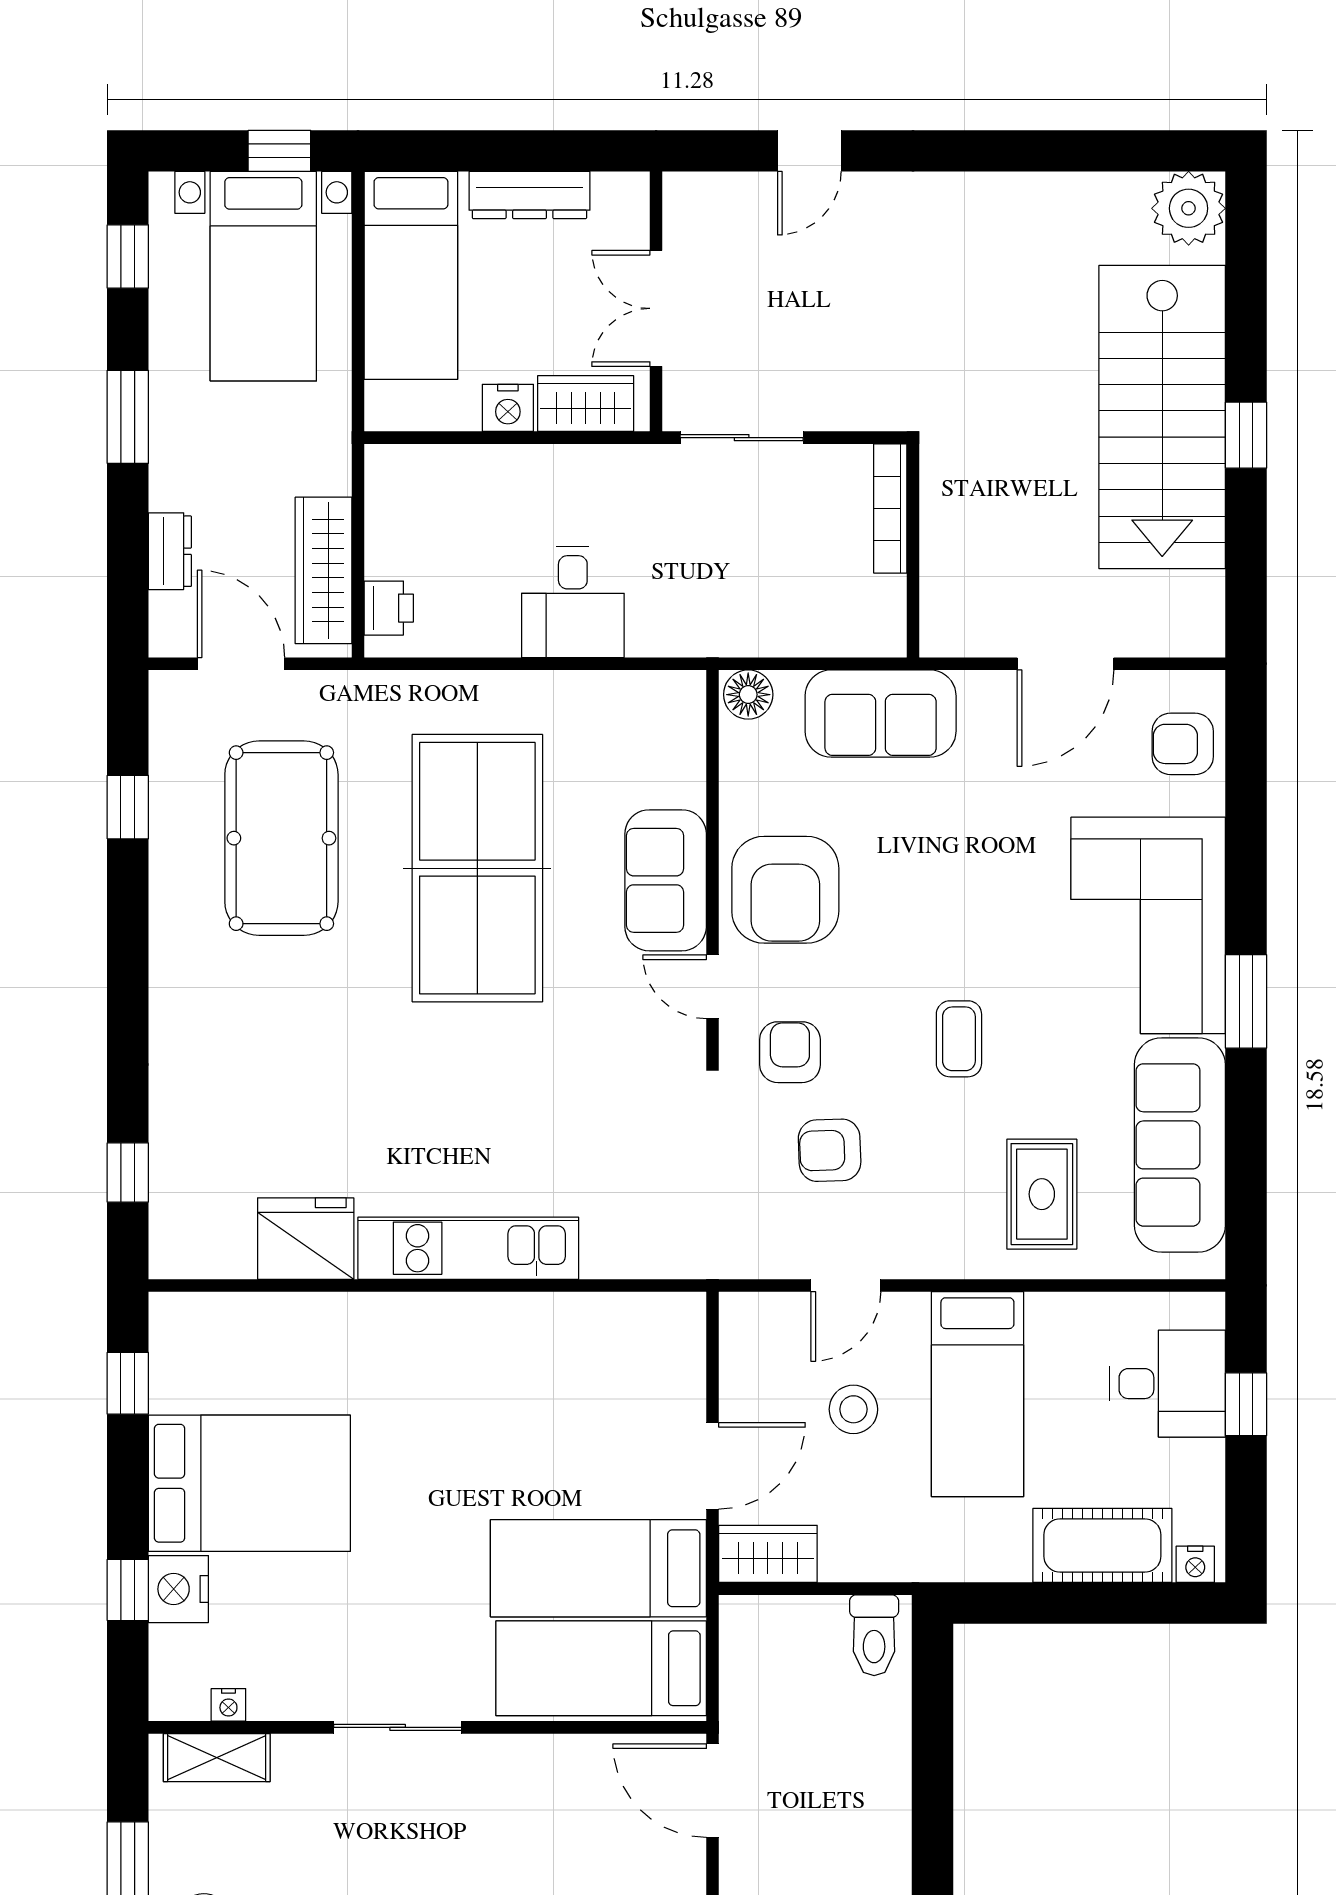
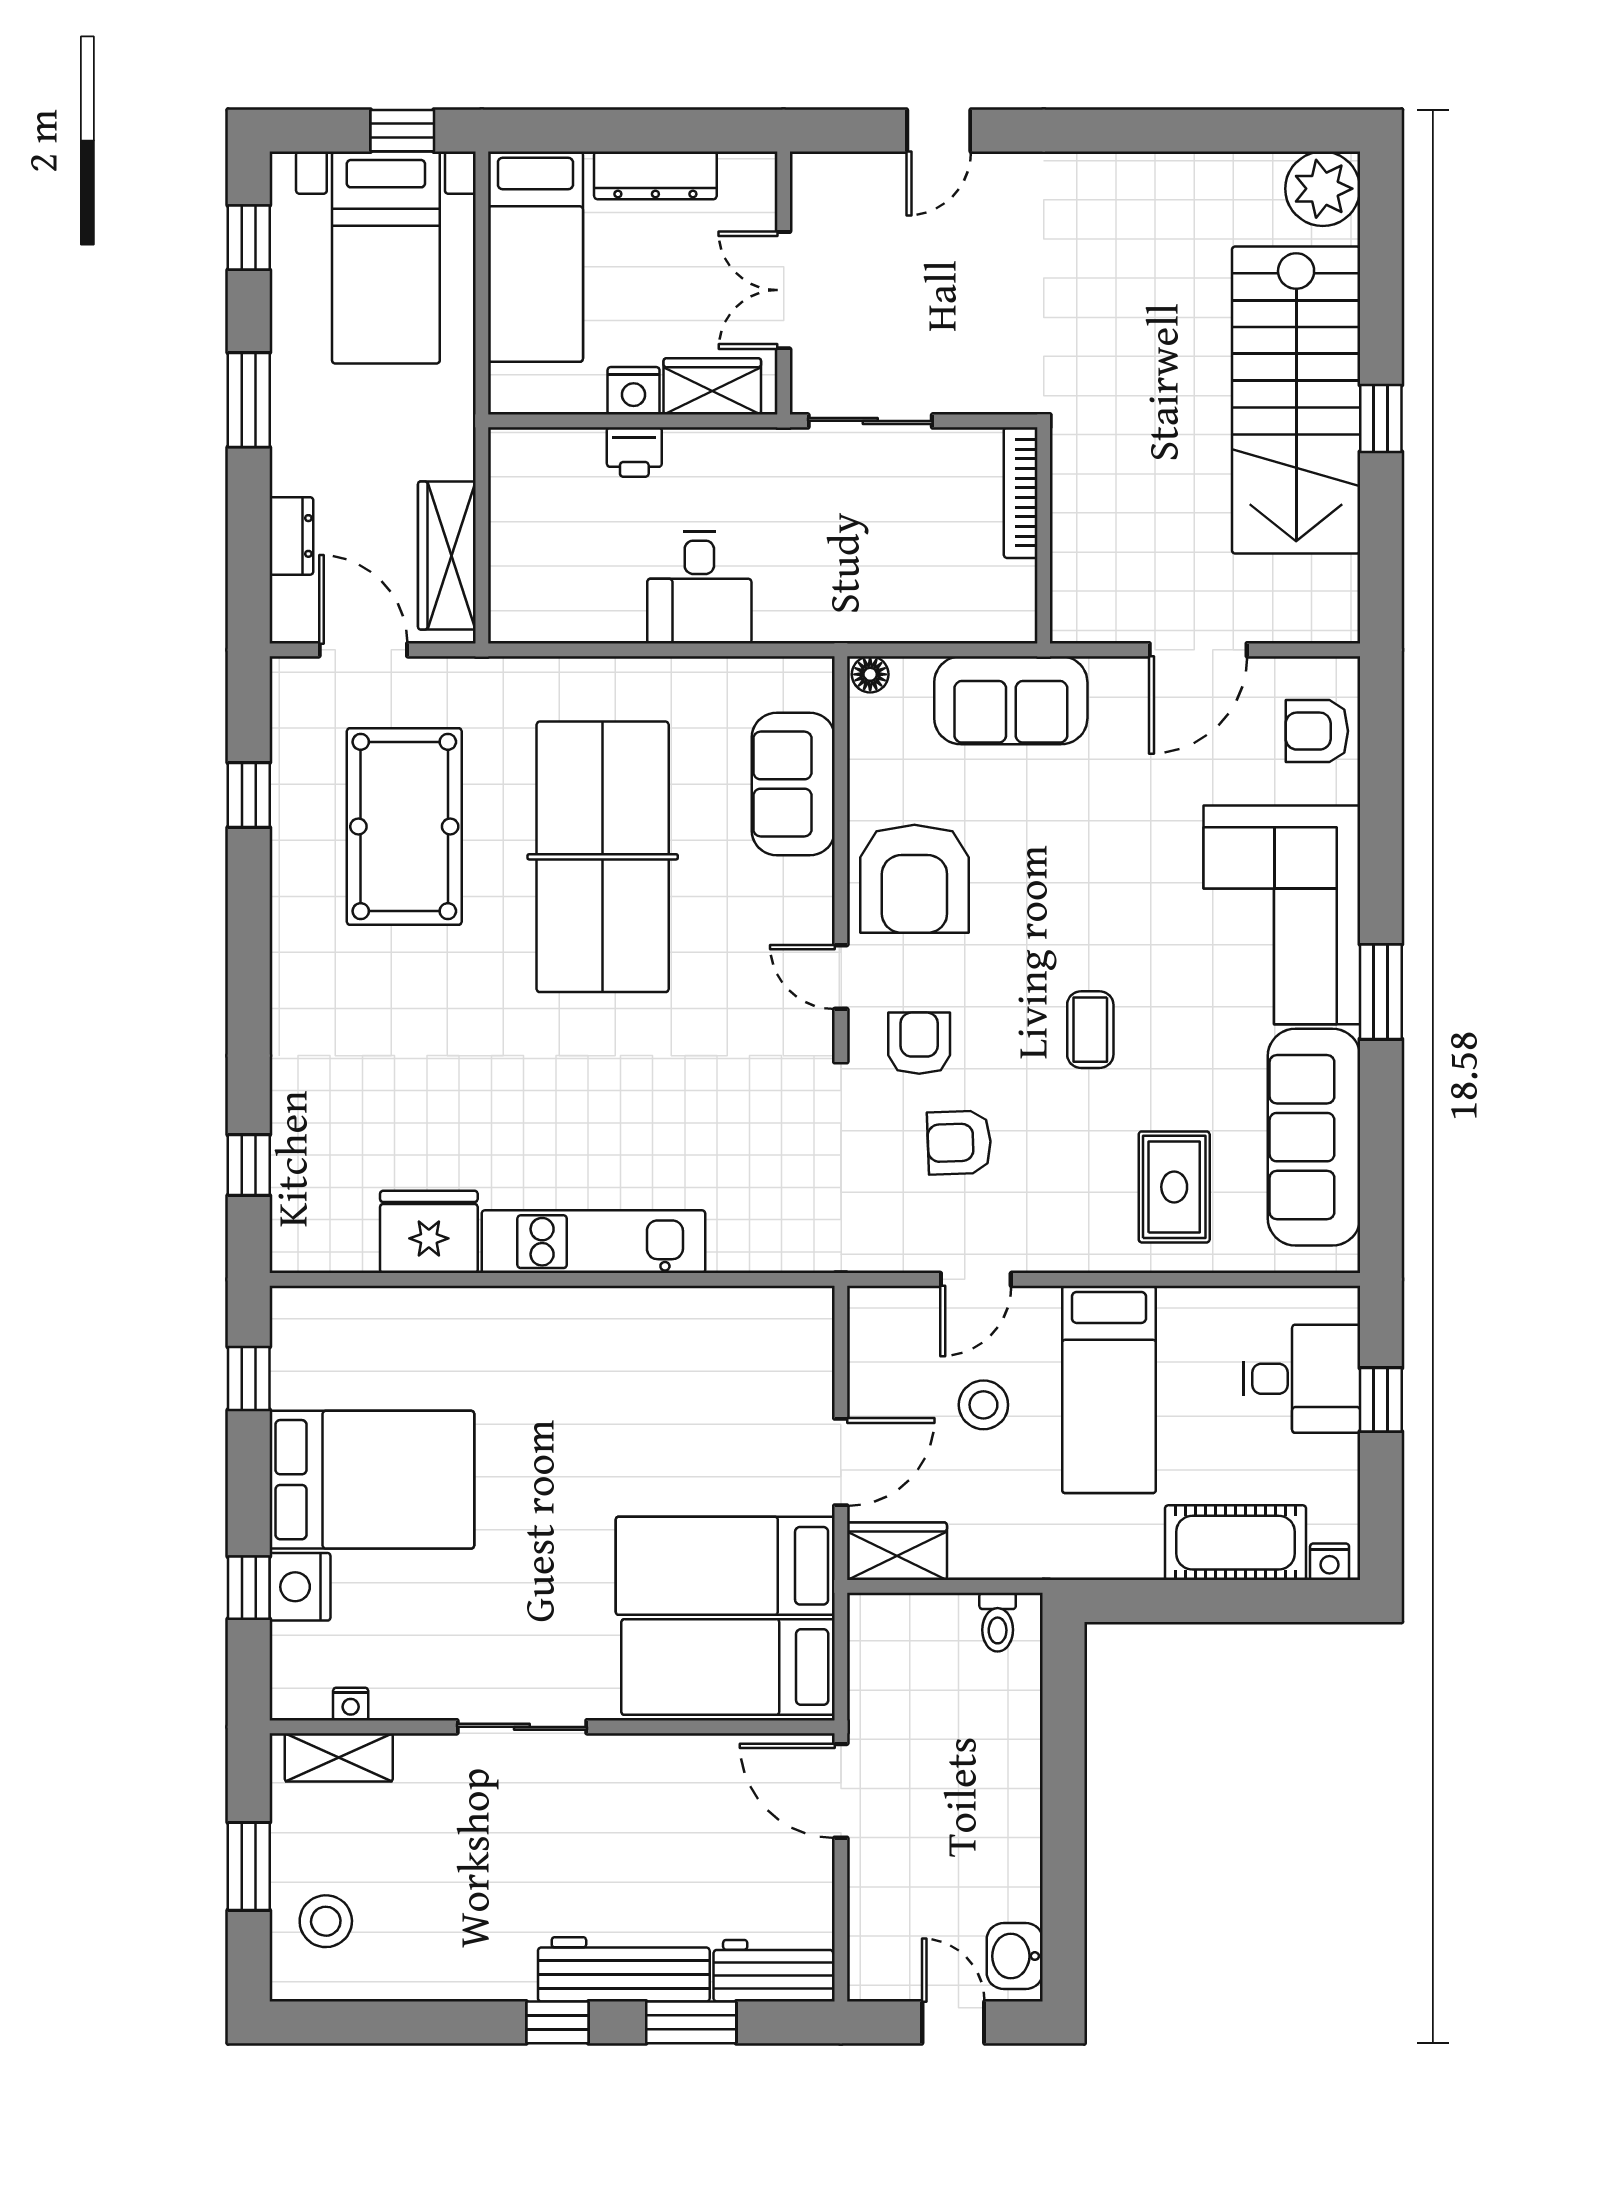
printer: (389, 608) -> (634, 452), moved, turned 90
floor lamp: (748, 695) -> (870, 674), width x0.73, depth x0.73
sofa: (666, 880) -> (793, 784), moved
toilet: (874, 1635) -> (998, 1622), width x0.73, depth x0.72

